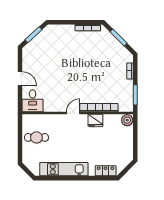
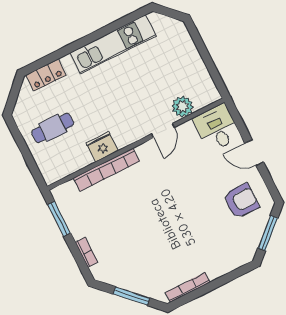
armchair: (39, 58) -> (241, 201), added
door: (73, 113) -> (163, 131), moved
plant: (127, 120) -> (183, 107), moved
cafe table: (36, 137) -> (53, 128), moved

